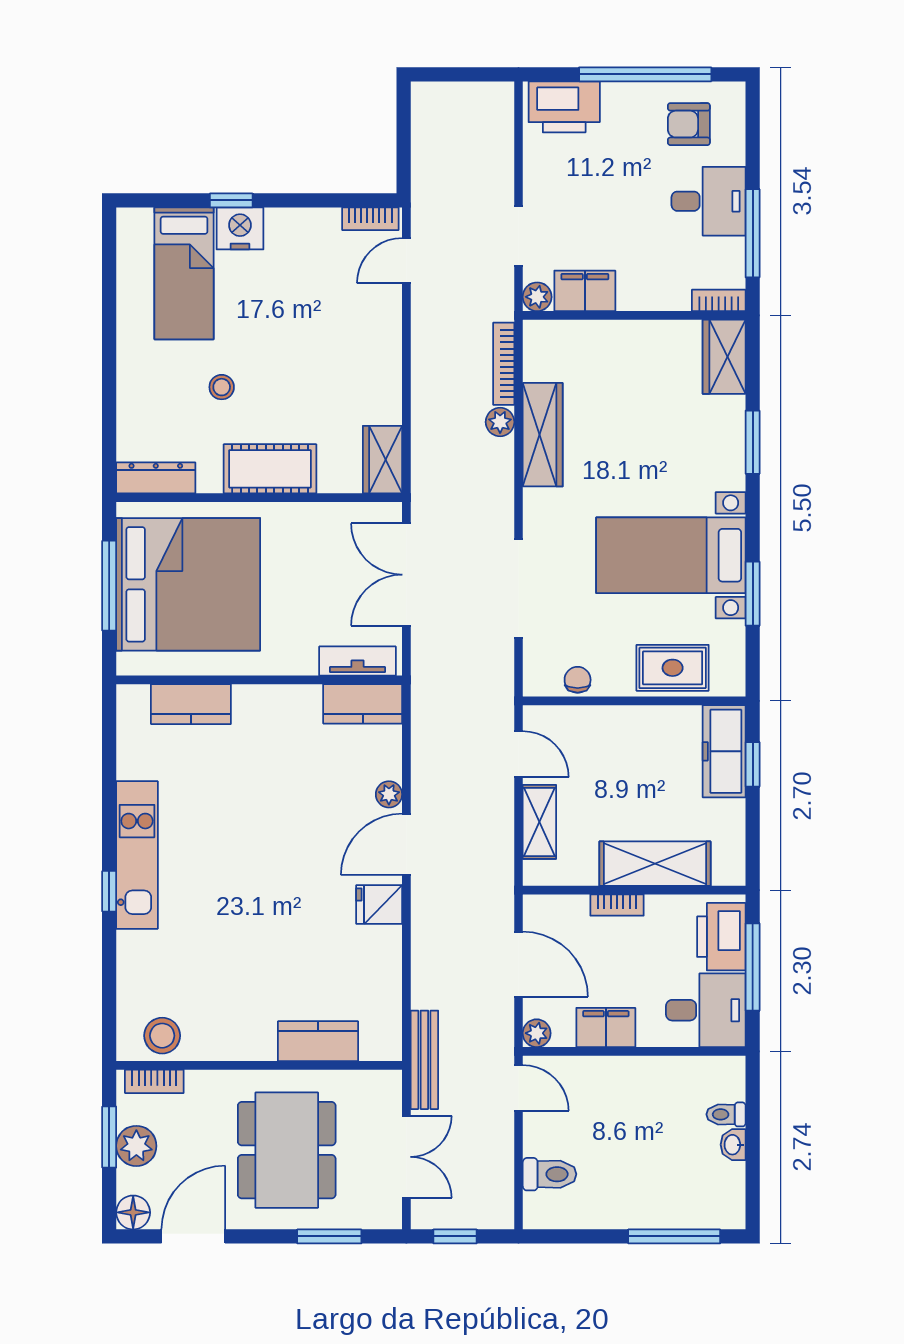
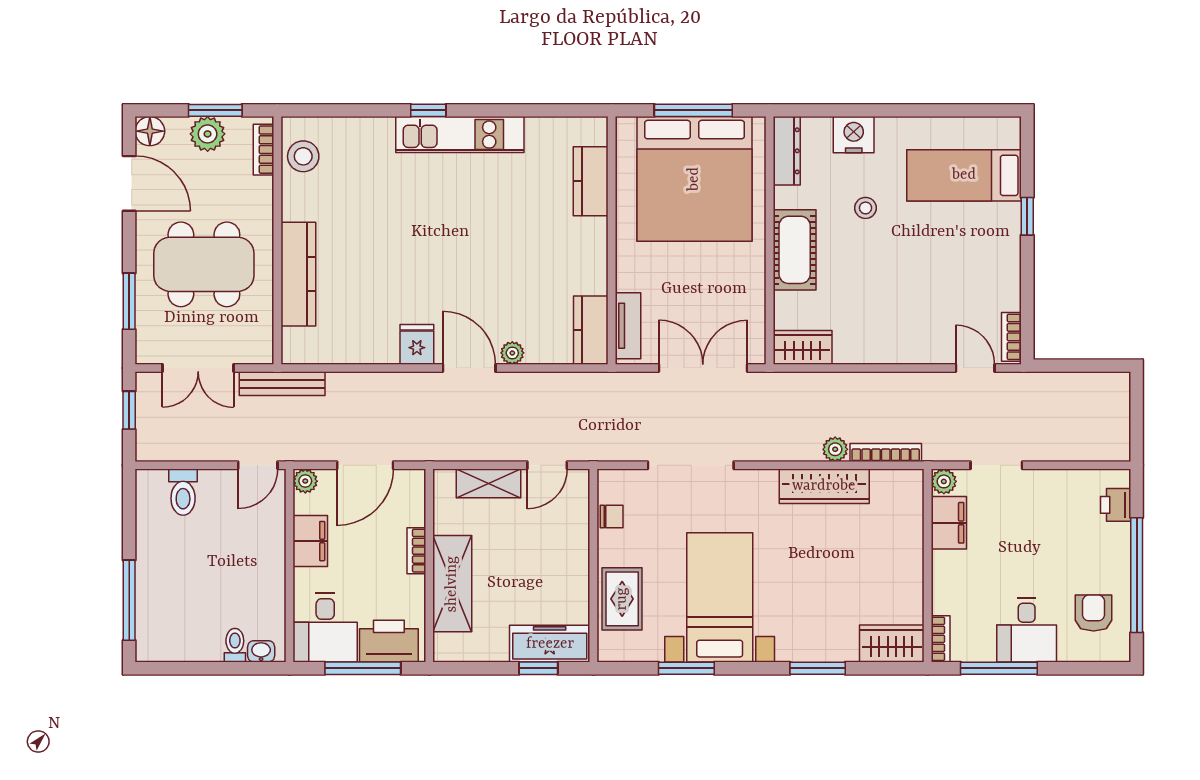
printer: (564, 107) -> (1116, 505), width x0.53, depth x0.68
nightstand: (240, 228) -> (854, 135), moved, turned -90
kitchen counter: (318, 1041) -> (298, 274), width x1.50
washbasin: (733, 1145) -> (261, 651), moved

